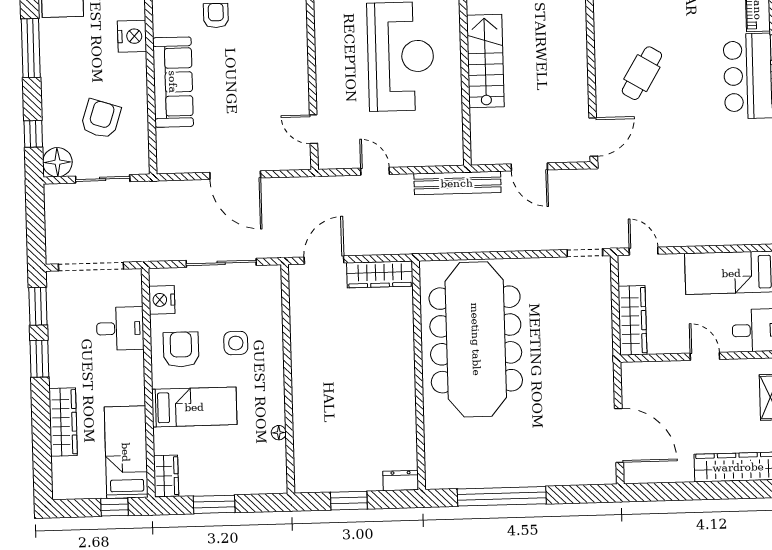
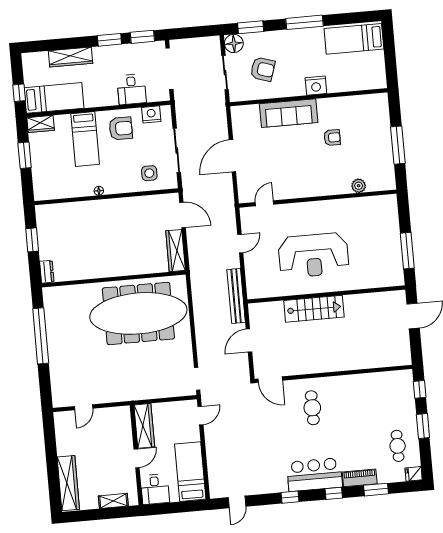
cafe table: (642, 73) -> (312, 408), turned 59
window: (33, 134) -> (251, 27), width x1.50
wardrobe: (632, 320) -> (144, 426), moved, turned -90
side table: (236, 343) -> (149, 173), moved
floor lamp: (279, 433) -> (99, 191), moved
door: (619, 435) -> (84, 407), width x0.53

